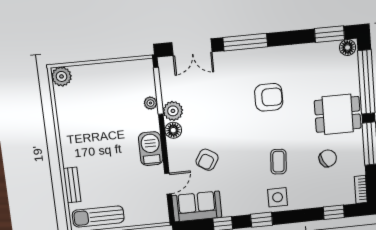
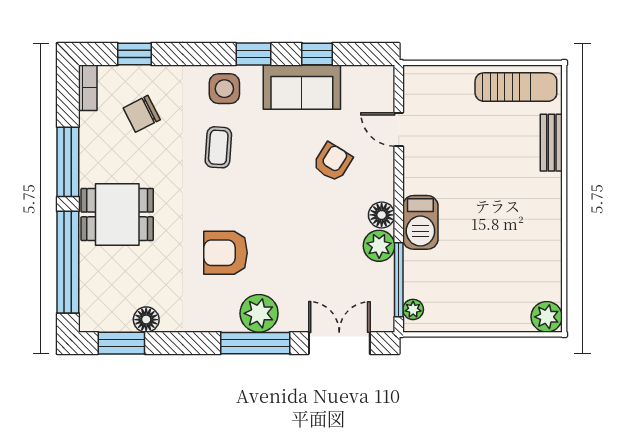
floor lamp: (348, 47) -> (146, 320), moved
plant: (244, 61) -> (259, 313), added
plant: (150, 103) -> (413, 309), moved
barbecue: (151, 149) -> (420, 222), moved
chair: (328, 158) -> (142, 114), moved
door: (168, 184) -> (399, 129), hinge flipped
sofa: (197, 206) -> (302, 87), moved

